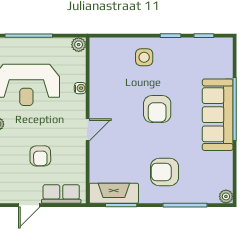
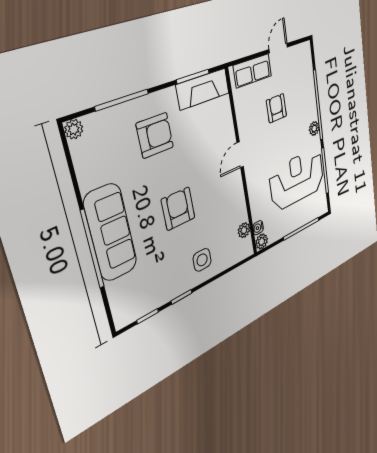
plant: (96, 63) -> (244, 230), added
water cooler: (80, 88) -> (258, 228), moved

